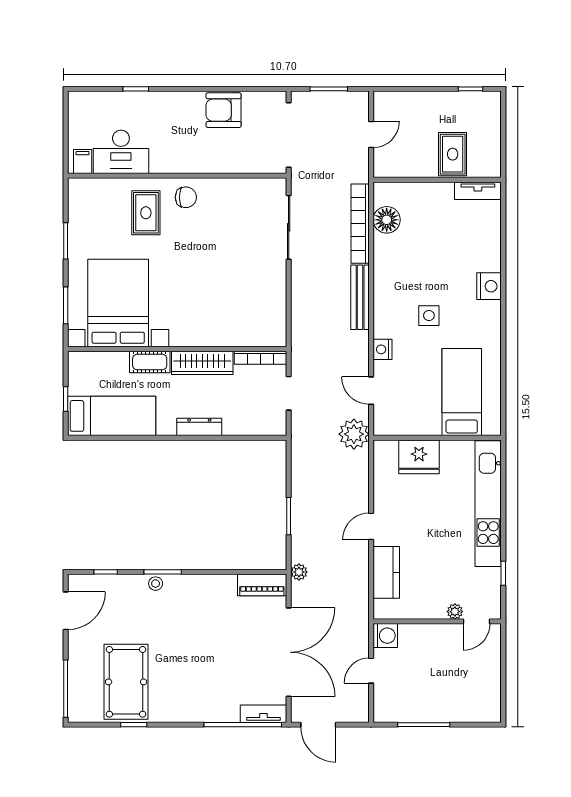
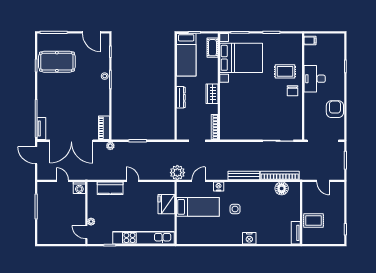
desk: (121, 152) -> (315, 79), moved
cot: (150, 362) -> (212, 48), moved
wardrobe: (202, 363) -> (212, 94), width x0.67
bed: (462, 392) -> (198, 207), moved
door: (318, 725) -> (36, 155), hinge flipped

